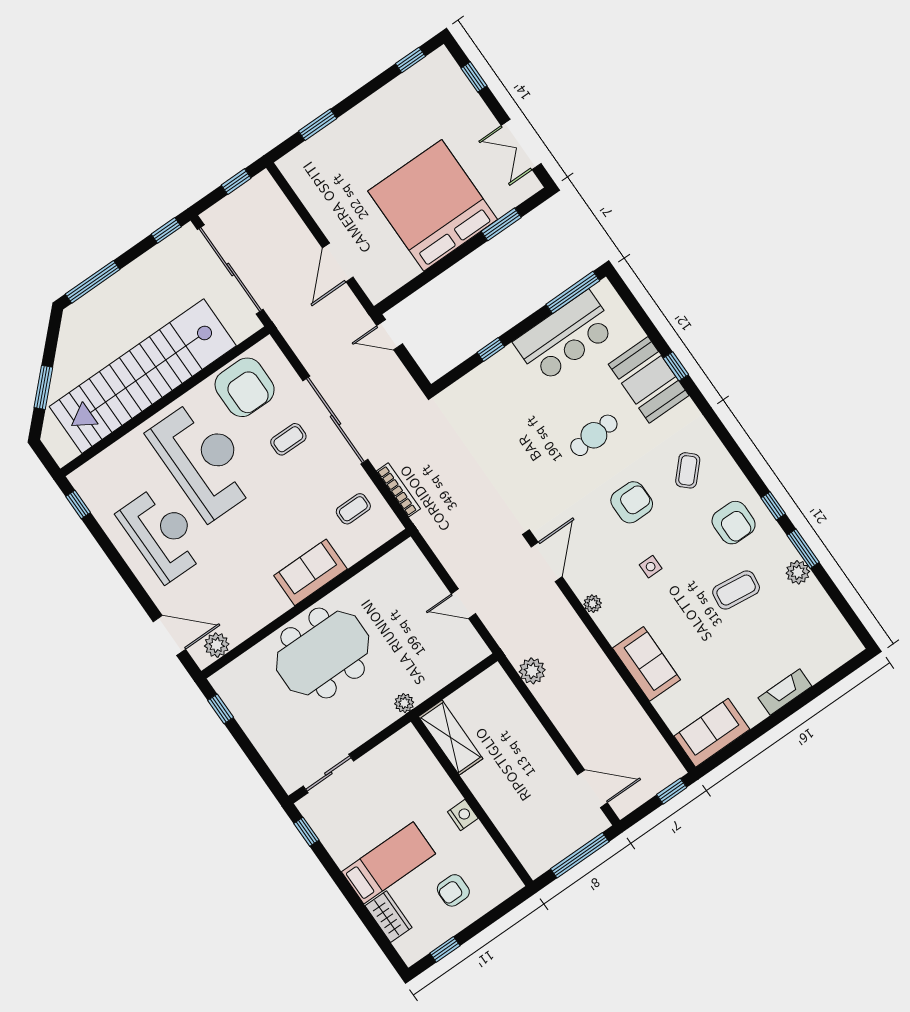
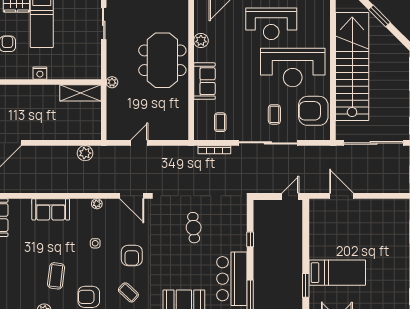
bed: (433, 205) -> (337, 273), width x0.49
cafe table: (594, 435) -> (194, 228), moved
plant: (217, 645) -> (201, 41), moved

